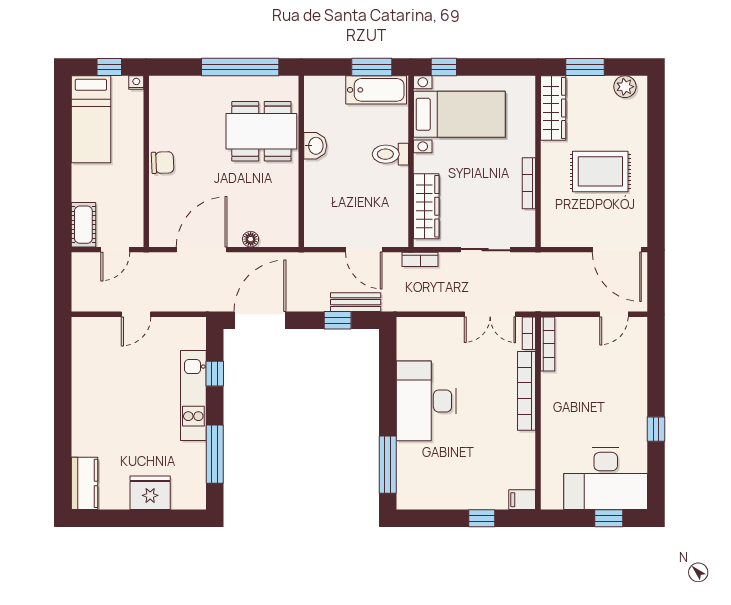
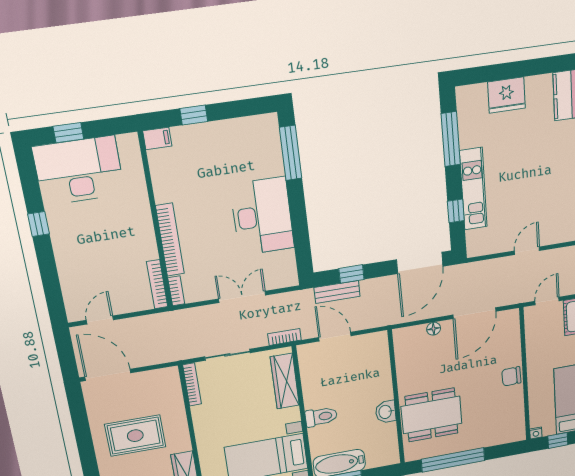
bookcase: (529, 183) -> (192, 384), moved
double door: (490, 314) -> (242, 297), moved

